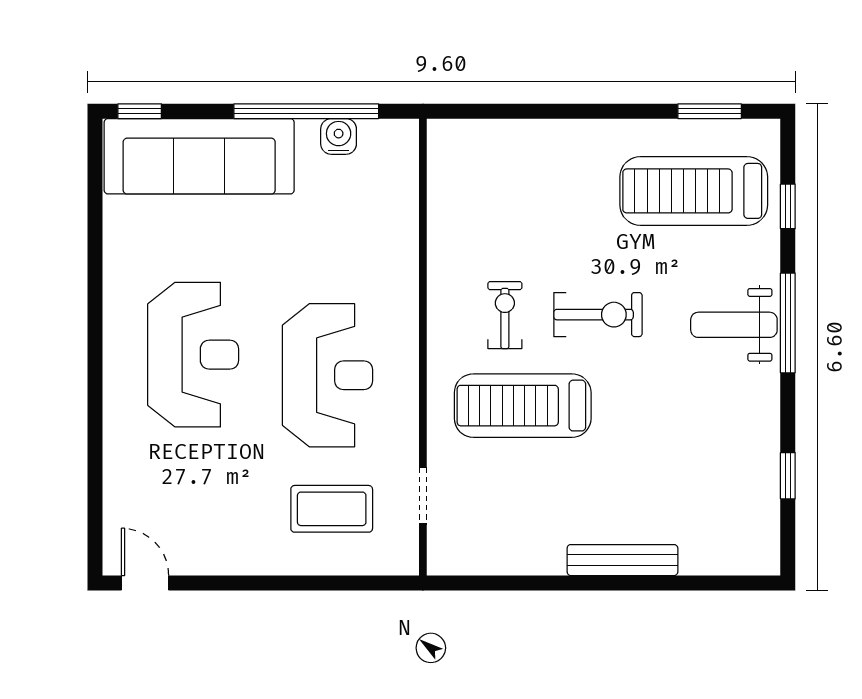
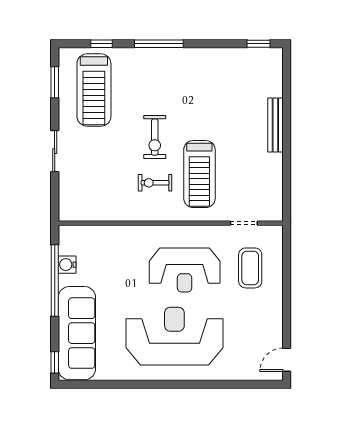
sliding door: (569, 111) -> (55, 151), added
exercise bike: (598, 315) -> (155, 137), turned 180
weight bench: (734, 325) -> (160, 70), removed
reception desk: (193, 355) -> (174, 336), width x1.36, depth x1.30
reception desk: (328, 375) -> (185, 270), turned 180
window: (788, 476) -> (259, 44), moved

